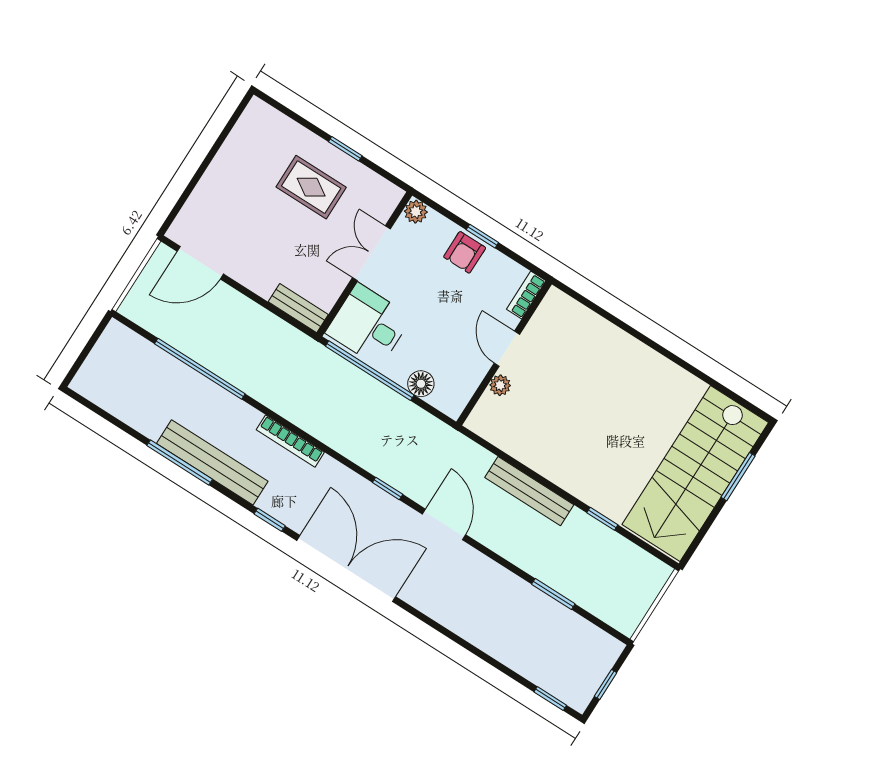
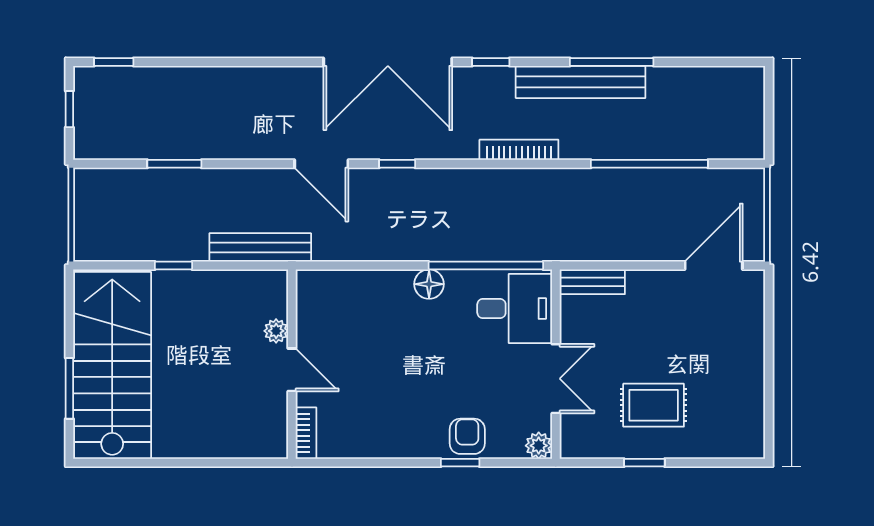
bookcase: (526, 295) -> (306, 433), moved
door: (507, 349) -> (292, 370), moved
wall: (504, 353) -> (292, 364), moved
plant: (500, 385) -> (276, 331), moved

